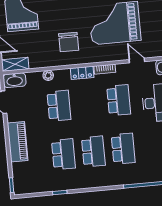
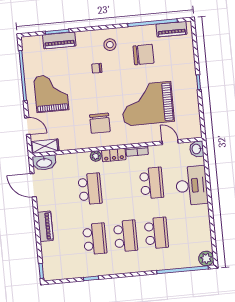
plant: (48, 75) -> (96, 156), moved
piano: (18, 142) -> (45, 226), width x0.73, depth x0.75

